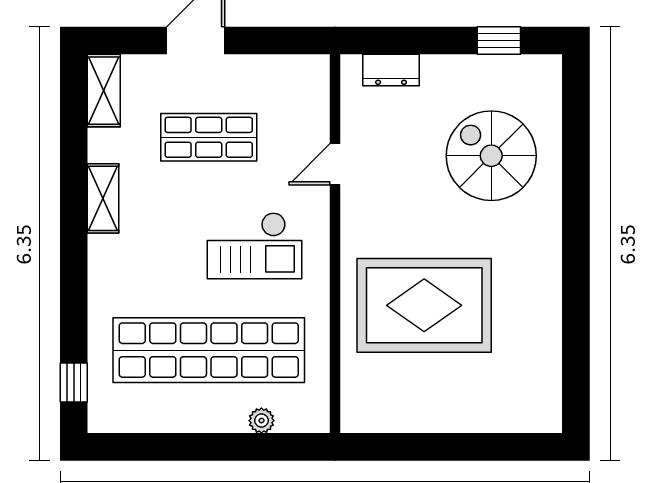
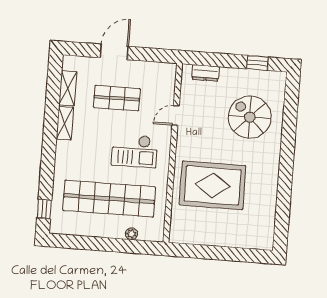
shelving: (104, 91) -> (68, 88), moved

